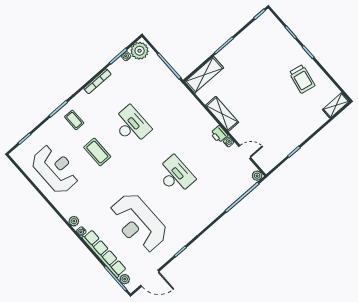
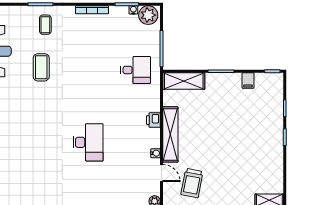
filing cabinet: (248, 35) -> (248, 80), added
trolley: (302, 79) -> (192, 183), moved
shelving: (222, 114) -> (170, 134), width x1.47
desk: (131, 125) -> (136, 70), moved, width x0.73
printer: (219, 134) -> (153, 120), moved
reception desk: (138, 223) -> (24, 154), removed

